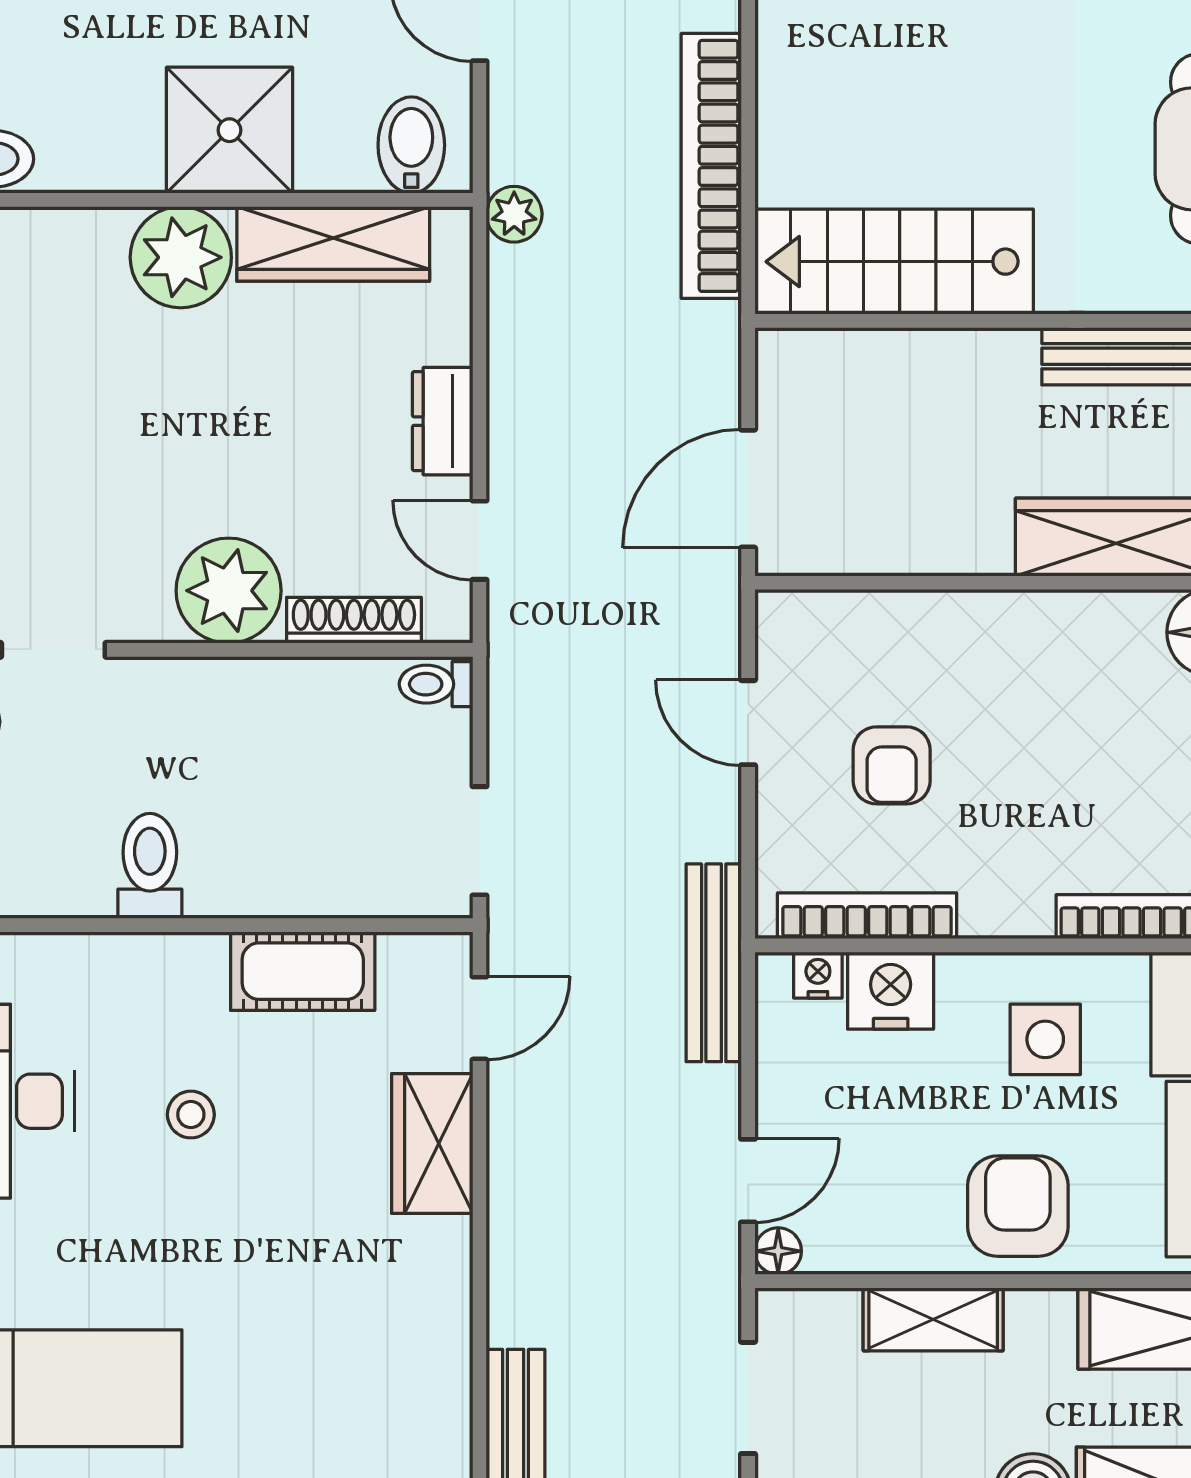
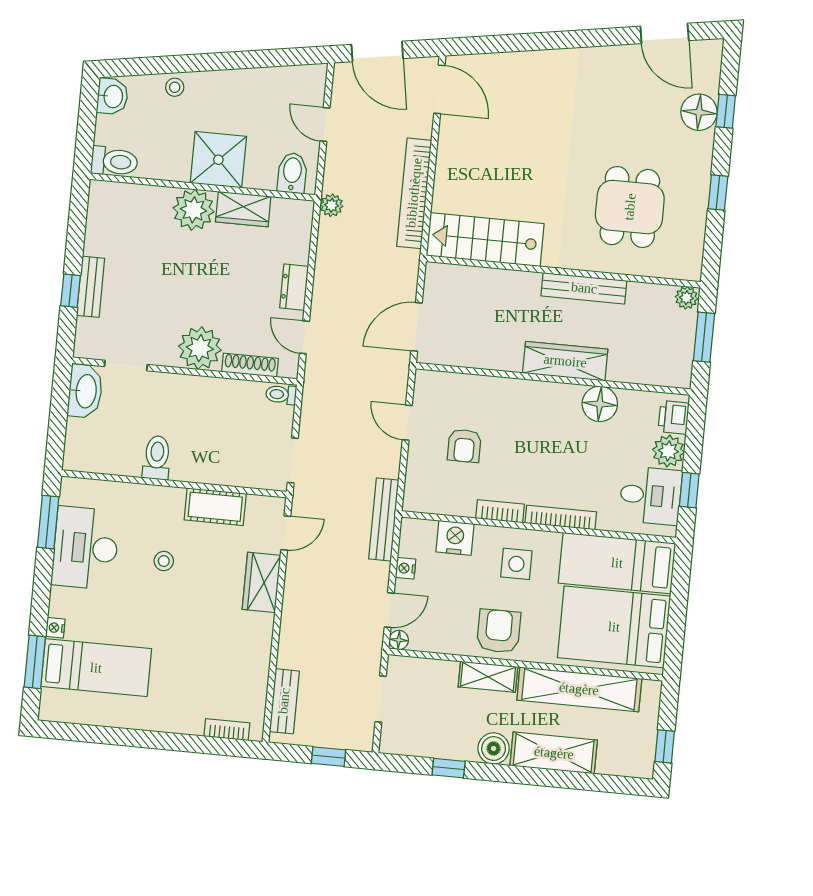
wardrobe: (333, 244) -> (243, 209), width x0.67
bookcase: (867, 916) -> (500, 511), moved, width x0.64
nightstand: (818, 975) -> (406, 568), moved, turned -90
shelving: (933, 1319) -> (488, 677), moved

